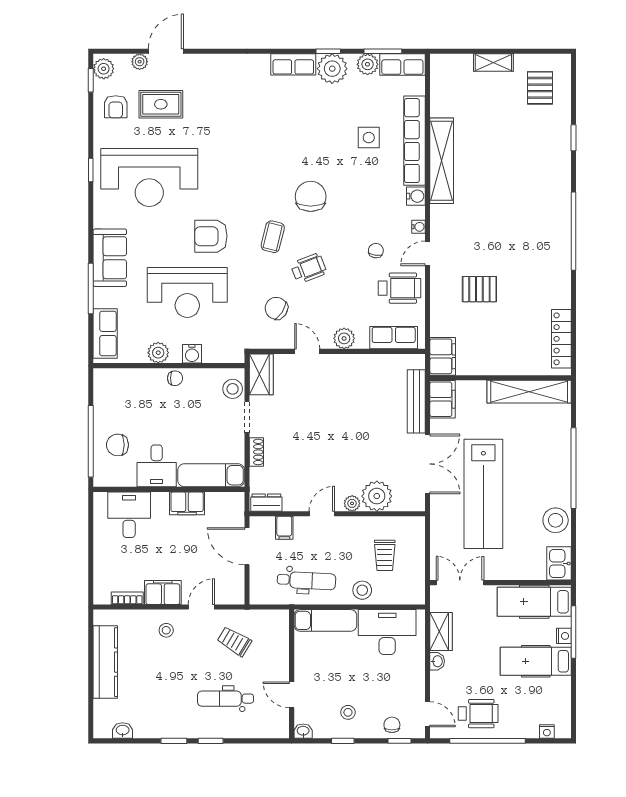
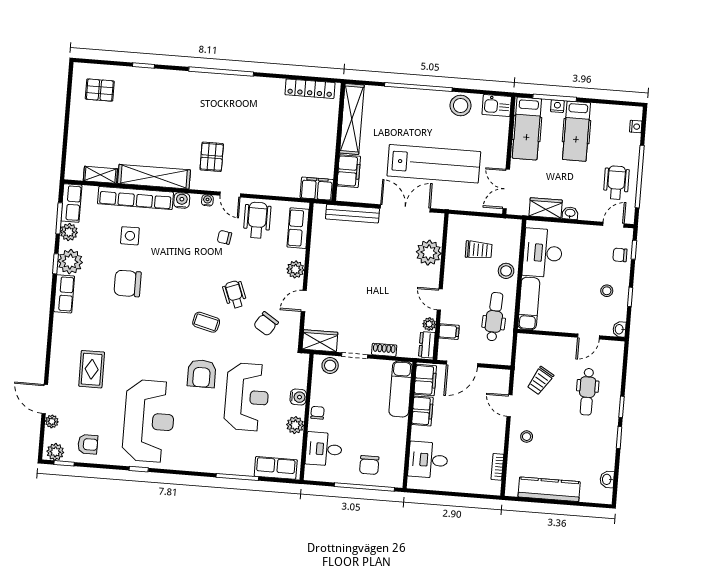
shelving: (493, 63) -> (100, 175), moved, turned 90
rug: (161, 104) -> (92, 369), moved
chair: (311, 196) -> (128, 283), moved
sofa: (110, 258) -> (213, 459), removed
pallet: (479, 289) -> (212, 157), moved
filing cabinet: (443, 399) -> (349, 171), moved, turned 90
desk: (157, 466) -> (324, 449), moved, turned 180
plant: (352, 503) -> (429, 324), moved
filing cabinet: (163, 592) -> (425, 380), moved, turned 180

